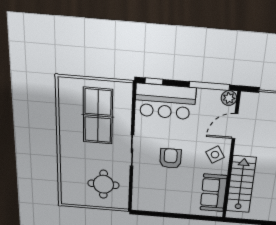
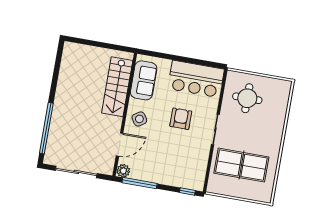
bar counter: (165, 102) -> (196, 79), moved, turned 180
table tennis table: (98, 116) -> (241, 165), turned 90
armchair: (170, 159) -> (181, 119), turned 180

